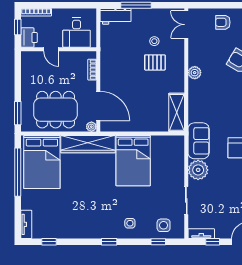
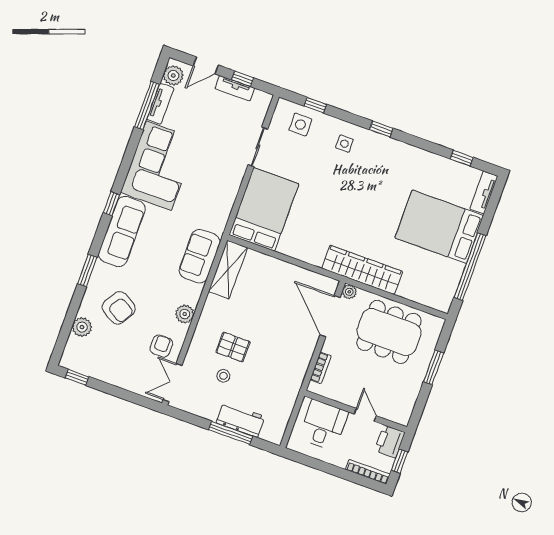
workbench: (116, 16) -> (240, 420), moved
armchair: (223, 22) -> (161, 346), moved, turned -90
double door: (186, 25) -> (173, 383), swing flipped
window: (18, 113) -> (434, 367), moved
sofa: (199, 141) -> (200, 256), moved
bed: (133, 161) -> (264, 209), moved
bed: (42, 162) -> (439, 227), moved, turned -90
plant: (198, 170) -> (227, 182), removed
tv unit: (201, 234) -> (235, 88), moved

